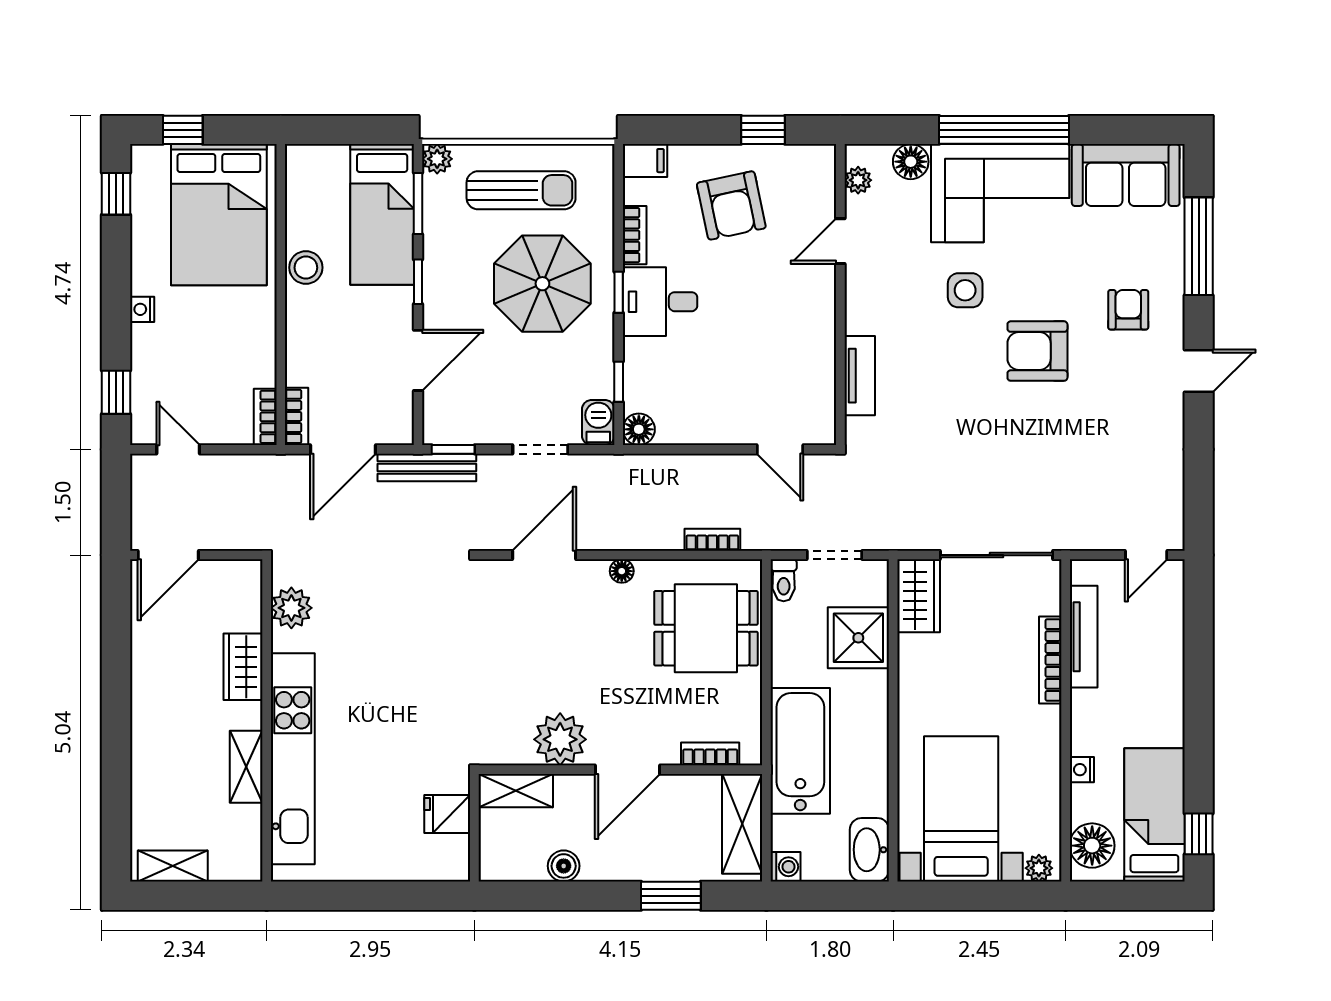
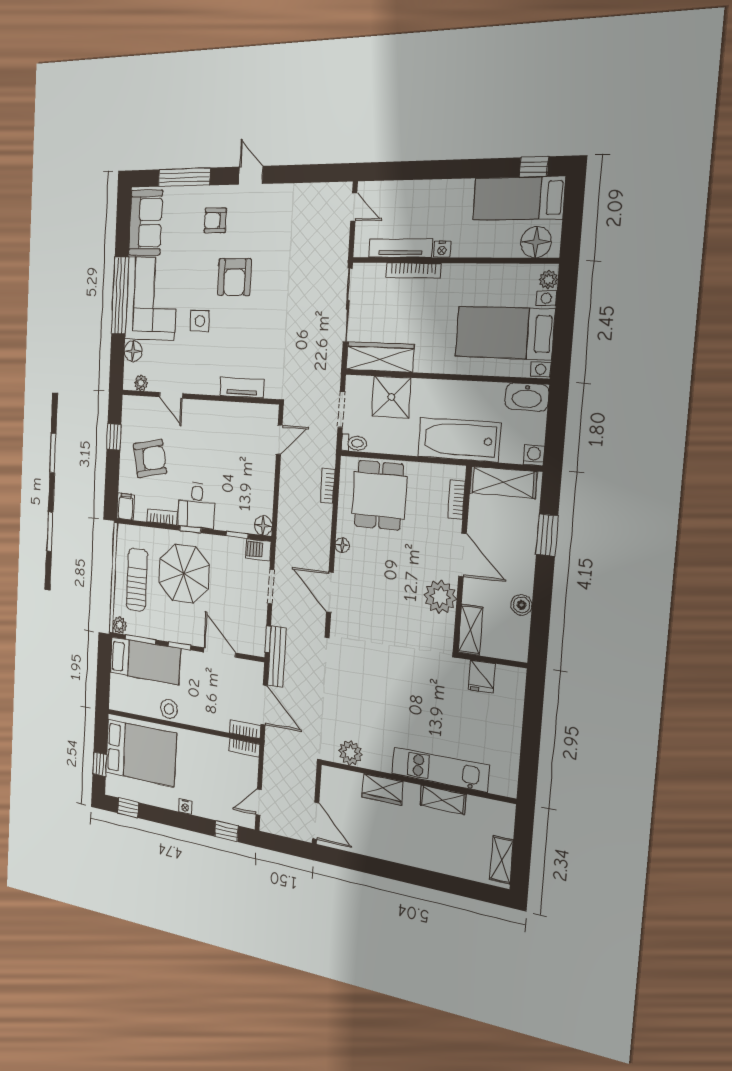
wardrobe: (919, 596) -> (380, 357), width x1.50
kitchen unit: (293, 759) -> (440, 770), width x0.73
nightstand: (1082, 770) -> (442, 249), moved

